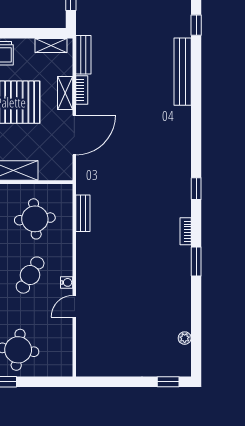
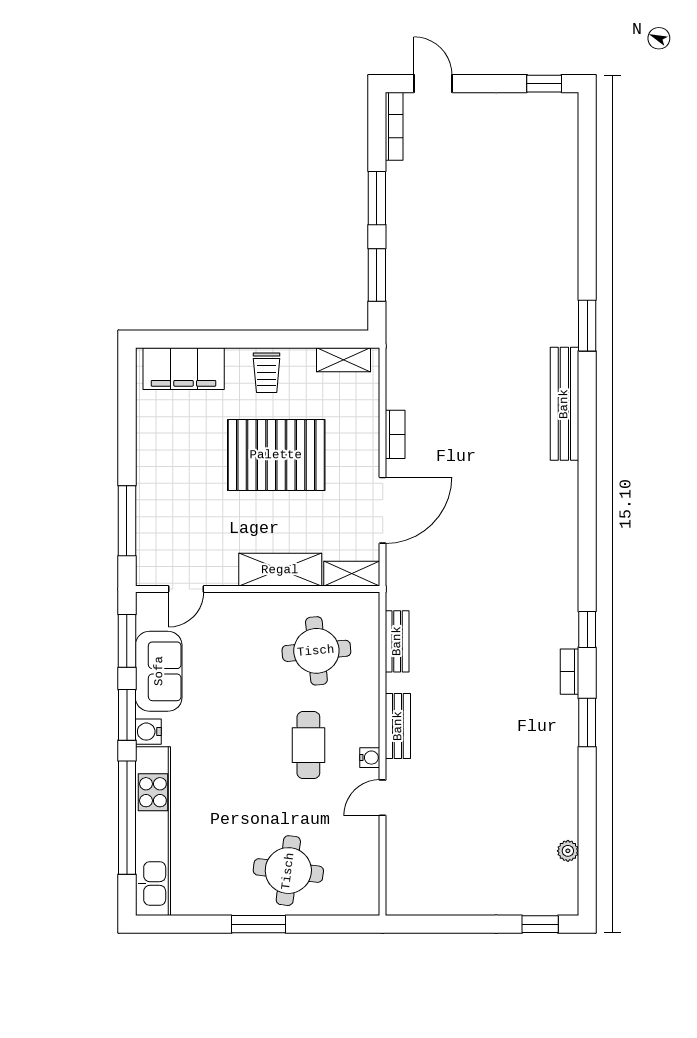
window: (196, 25) -> (587, 326), width x1.50
bench: (83, 55) -> (398, 726), moved
shelving: (65, 93) -> (352, 574), moved, turned 90
window: (196, 189) -> (587, 629), moved
cafe table: (30, 275) -> (308, 745), turned -31

